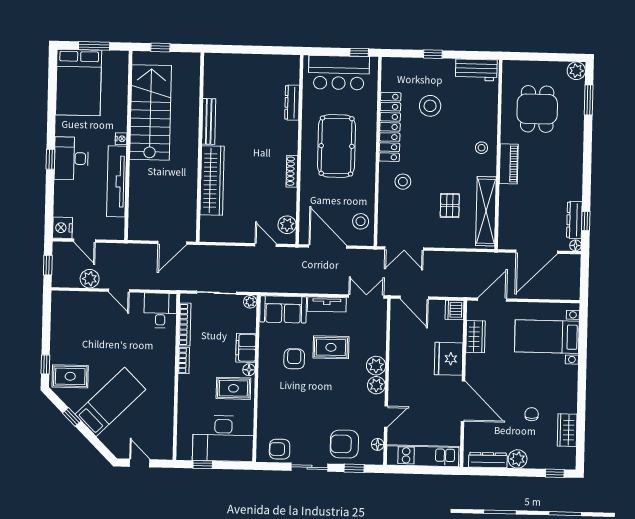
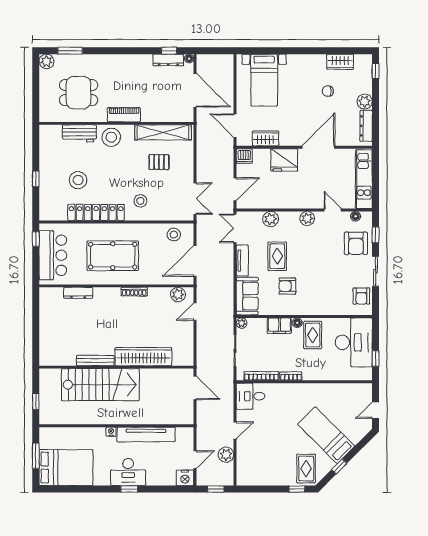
workbench: (476, 70) -> (79, 133), moved, turned 90
stairs: (150, 112) -> (100, 385), moved, turned 180
stool: (482, 148) -> (111, 137), width x1.89, depth x1.89
plant: (376, 366) -> (271, 219), moved

